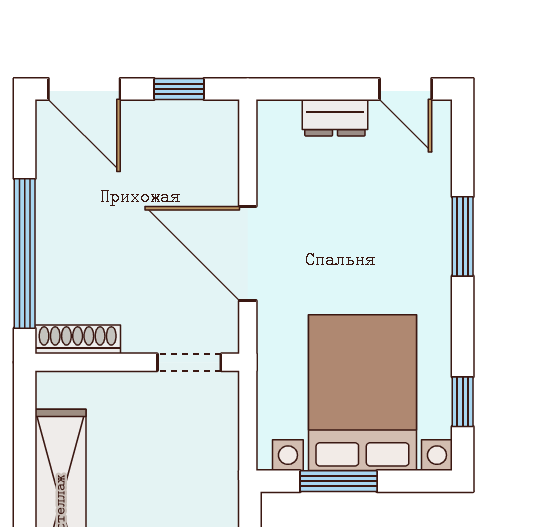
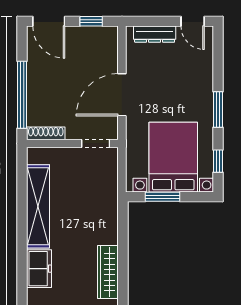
dresser: (335, 118) -> (155, 34), width x1.44
window: (463, 236) -> (218, 109), moved
door: (248, 253) -> (122, 95), hinge flipped

